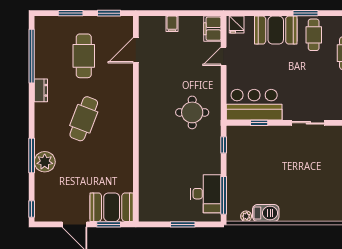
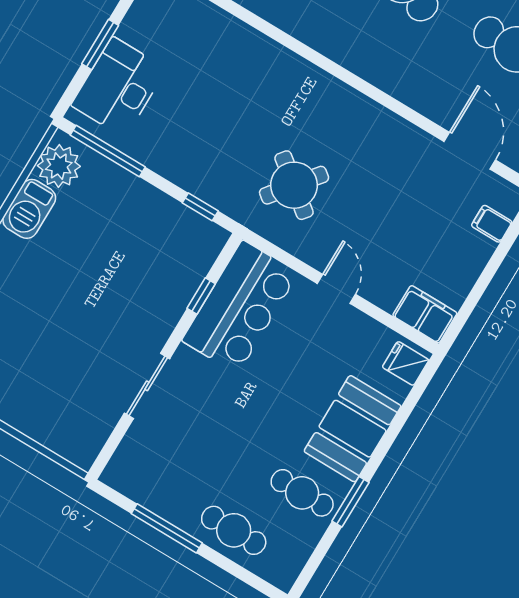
filing cabinet: (172, 24) -> (492, 224), moved
door: (224, 56) -> (336, 289), moved
round table: (192, 112) -> (294, 185), turned 38
desk: (206, 194) -> (119, 87), moved, turned 90
plant: (246, 216) -> (59, 166), width x1.88, depth x1.88

